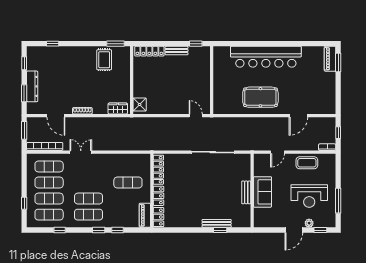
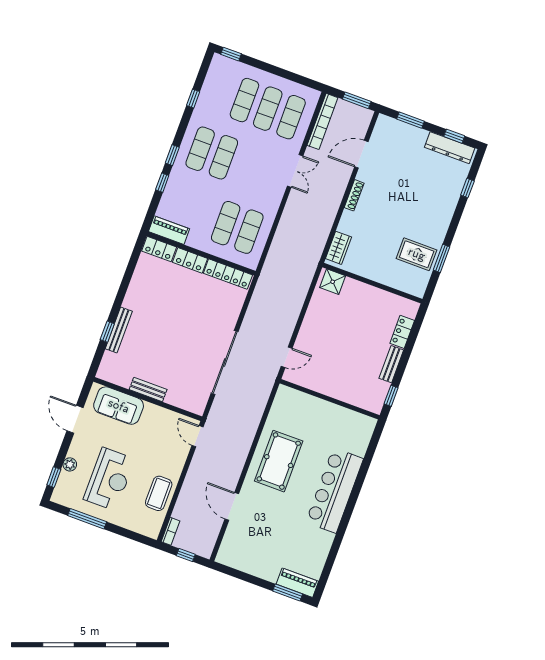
window: (116, 44) -> (442, 258), moved
locker: (149, 51) -> (402, 332), width x0.66
bar counter: (266, 57) -> (335, 490), width x0.73
dresser: (32, 86) -> (450, 148), moved
door: (278, 152) -> (197, 436), moved
sofa: (263, 192) -> (119, 406), moved
reception desk: (309, 196) -> (109, 479), turned 180
window: (24, 203) -> (231, 54), moved
exercise mat: (49, 215) -> (249, 232), moved
door: (294, 230) -> (75, 419), moved

